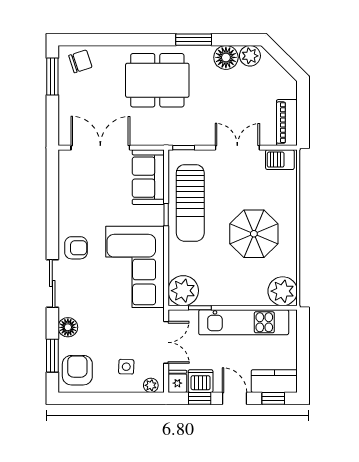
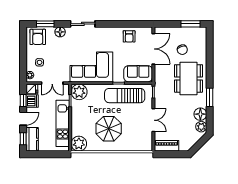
chair: (80, 61) -> (182, 50), moved
barbecue: (280, 160) -> (147, 142), removed
armchair: (76, 248) -> (129, 36), moved
armchair: (77, 370) -> (38, 37), turned 90

